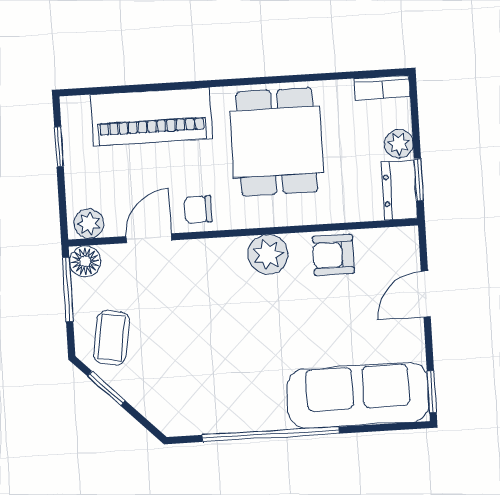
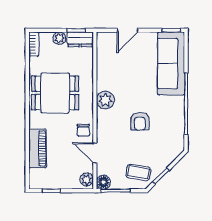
piano: (151, 117) -> (38, 148), width x0.73, depth x0.75
armchair: (333, 255) -> (140, 121), moved
door: (426, 294) -> (127, 30), hinge flipped

